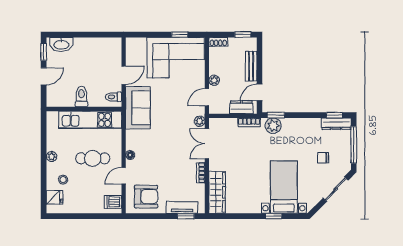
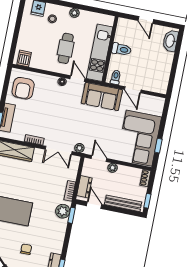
window: (44, 52) -> (167, 24), removed
bench: (251, 66) -> (123, 203), width x1.36
double door: (207, 144) -> (59, 150), swing flipped
door: (124, 176) -> (77, 79), moved

